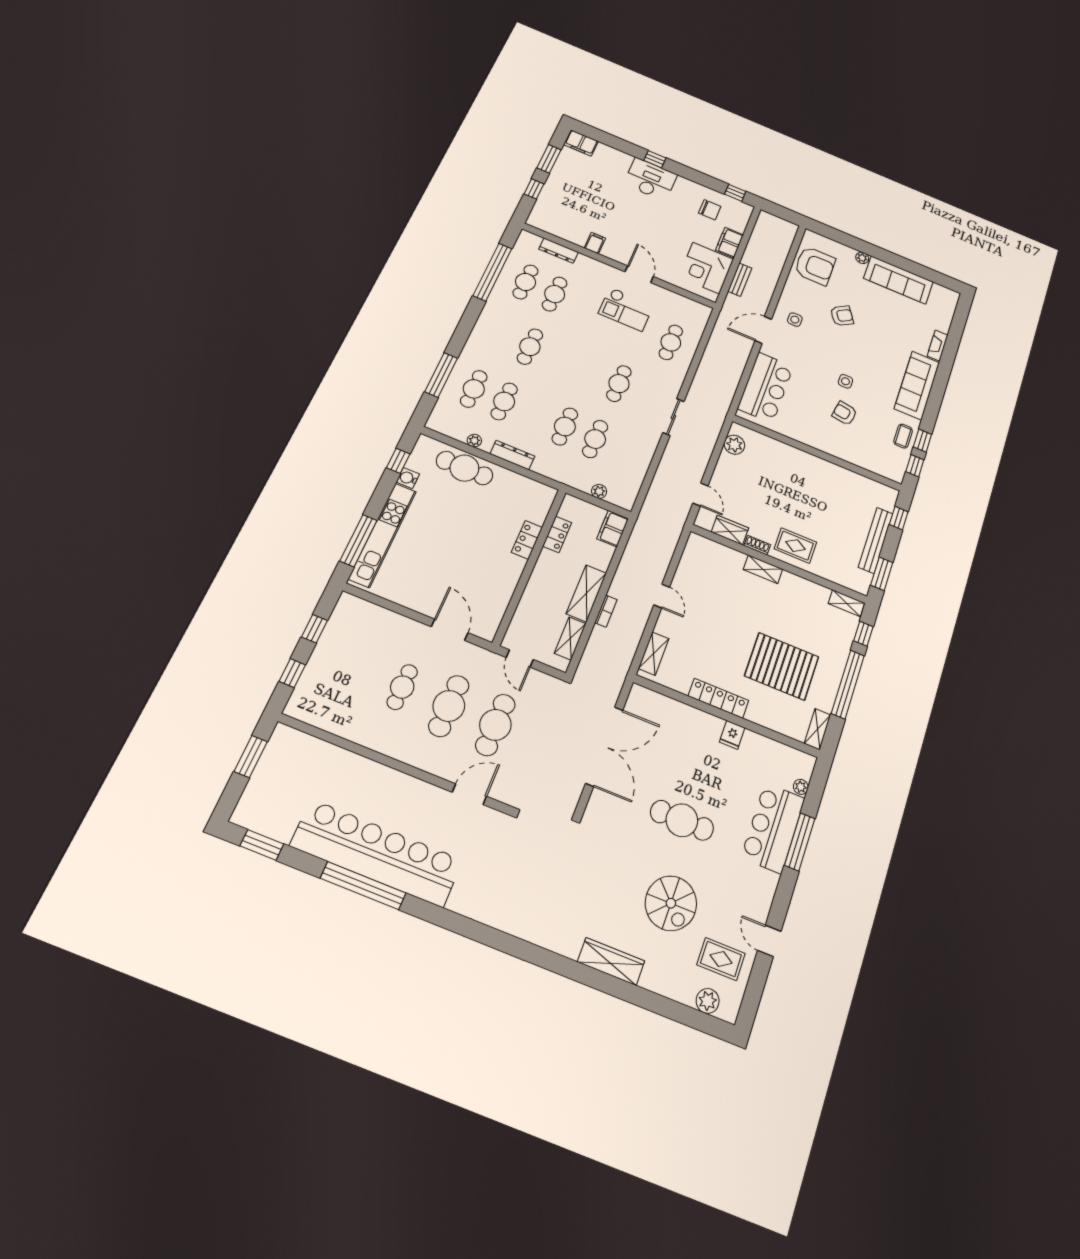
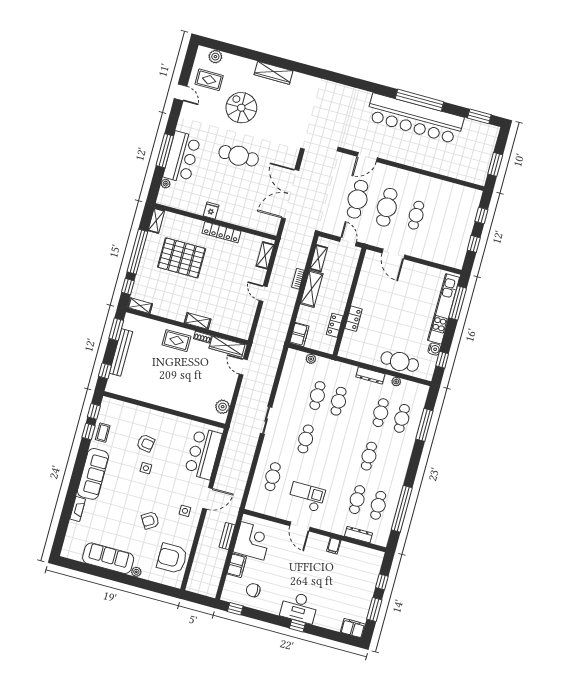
wardrobe: (730, 530) -> (227, 346), width x1.50

